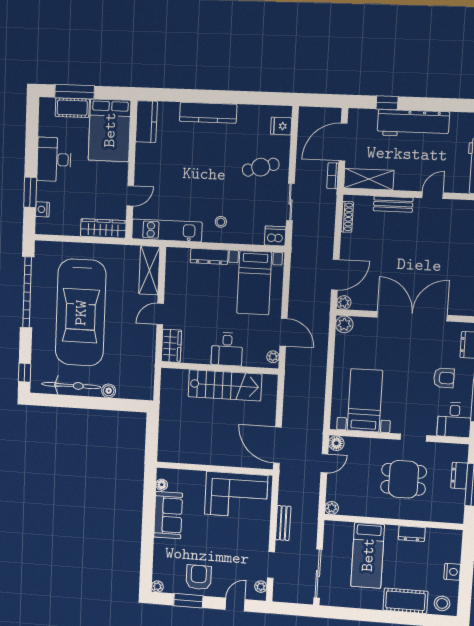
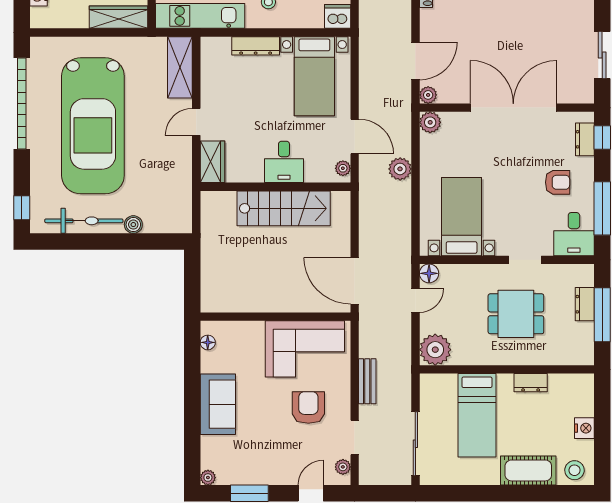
plant: (318, 360) -> (400, 169), added
plant: (332, 508) -> (435, 350), width x1.87, depth x1.87
sofa: (168, 515) -> (218, 404), moved
armchair: (199, 577) -> (308, 408), moved

